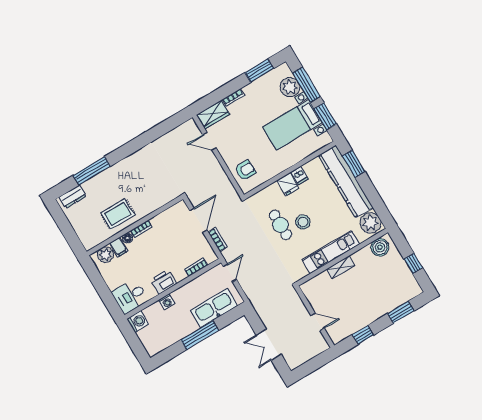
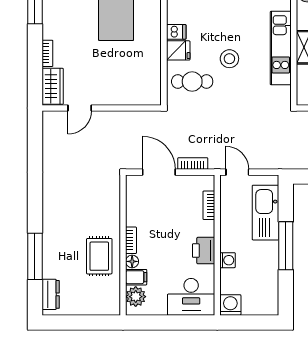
armchair: (245, 170) -> (135, 88), removed
cafe table: (280, 225) -> (192, 82), moved
desk: (130, 296) -> (191, 297), width x1.37

